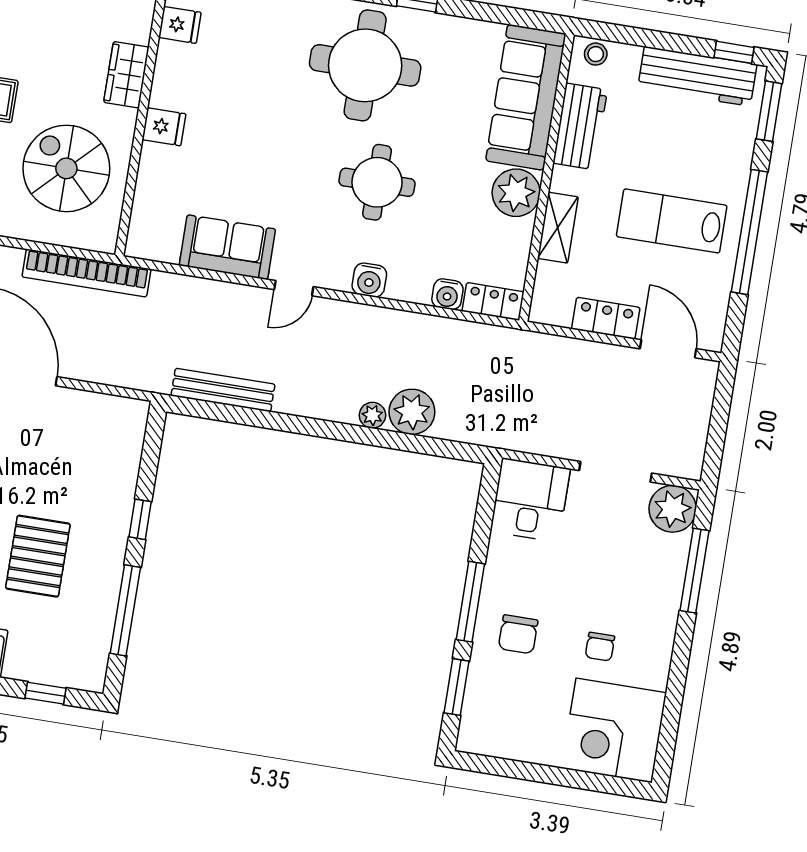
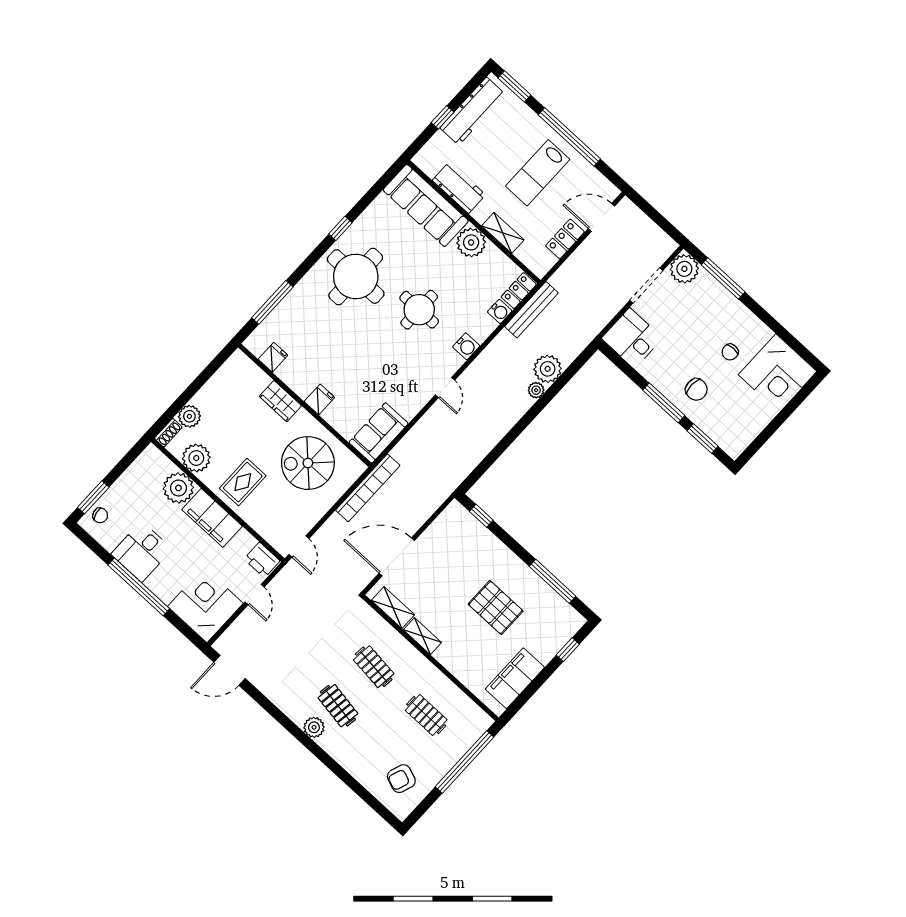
window: (734, 52) -> (443, 117), moved
stool: (596, 54) -> (427, 155), removed
sofa: (227, 247) -> (379, 433), moved
bench: (223, 390) -> (531, 310), moved
window: (140, 519) -> (481, 516), moved
chair: (600, 647) -> (730, 352), turned 90

